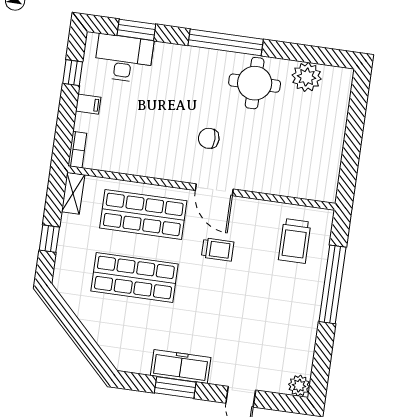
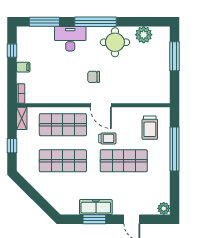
window: (136, 30) -> (44, 22), width x1.44
desk: (124, 58) -> (70, 39), moved
window: (355, 122) -> (175, 56), added
shop shelf: (241, 292) -> (124, 161), added

